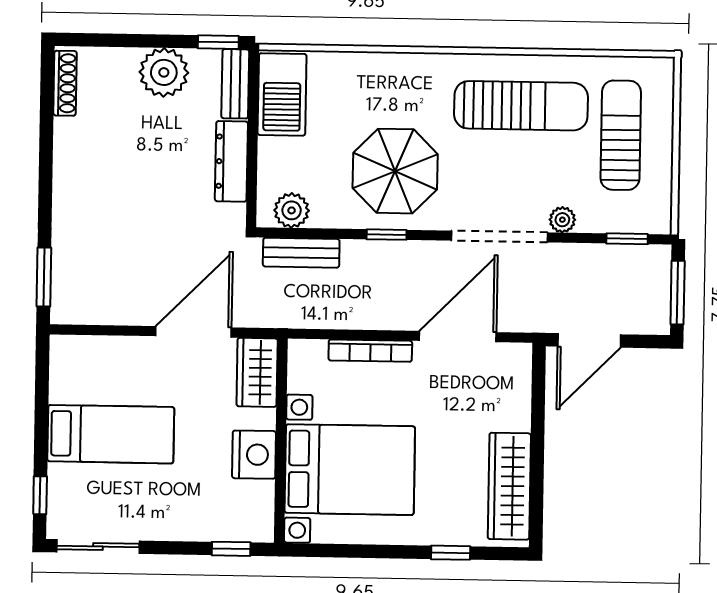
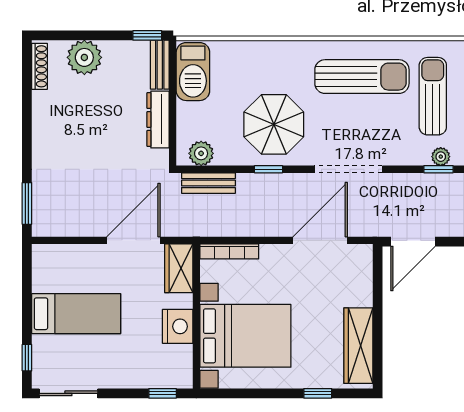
plant: (164, 72) -> (84, 57), moved
plant: (562, 220) -> (441, 157), moved
bookcase: (370, 351) -> (229, 251), moved

